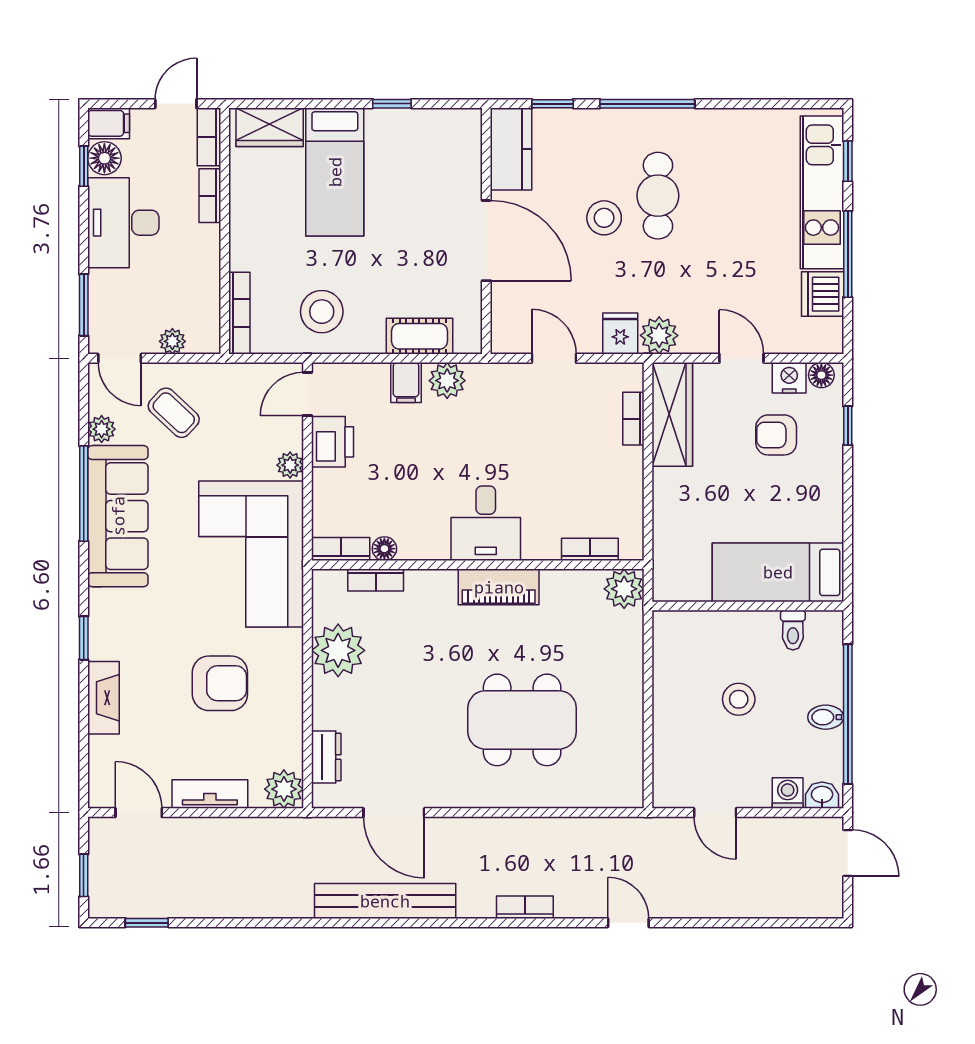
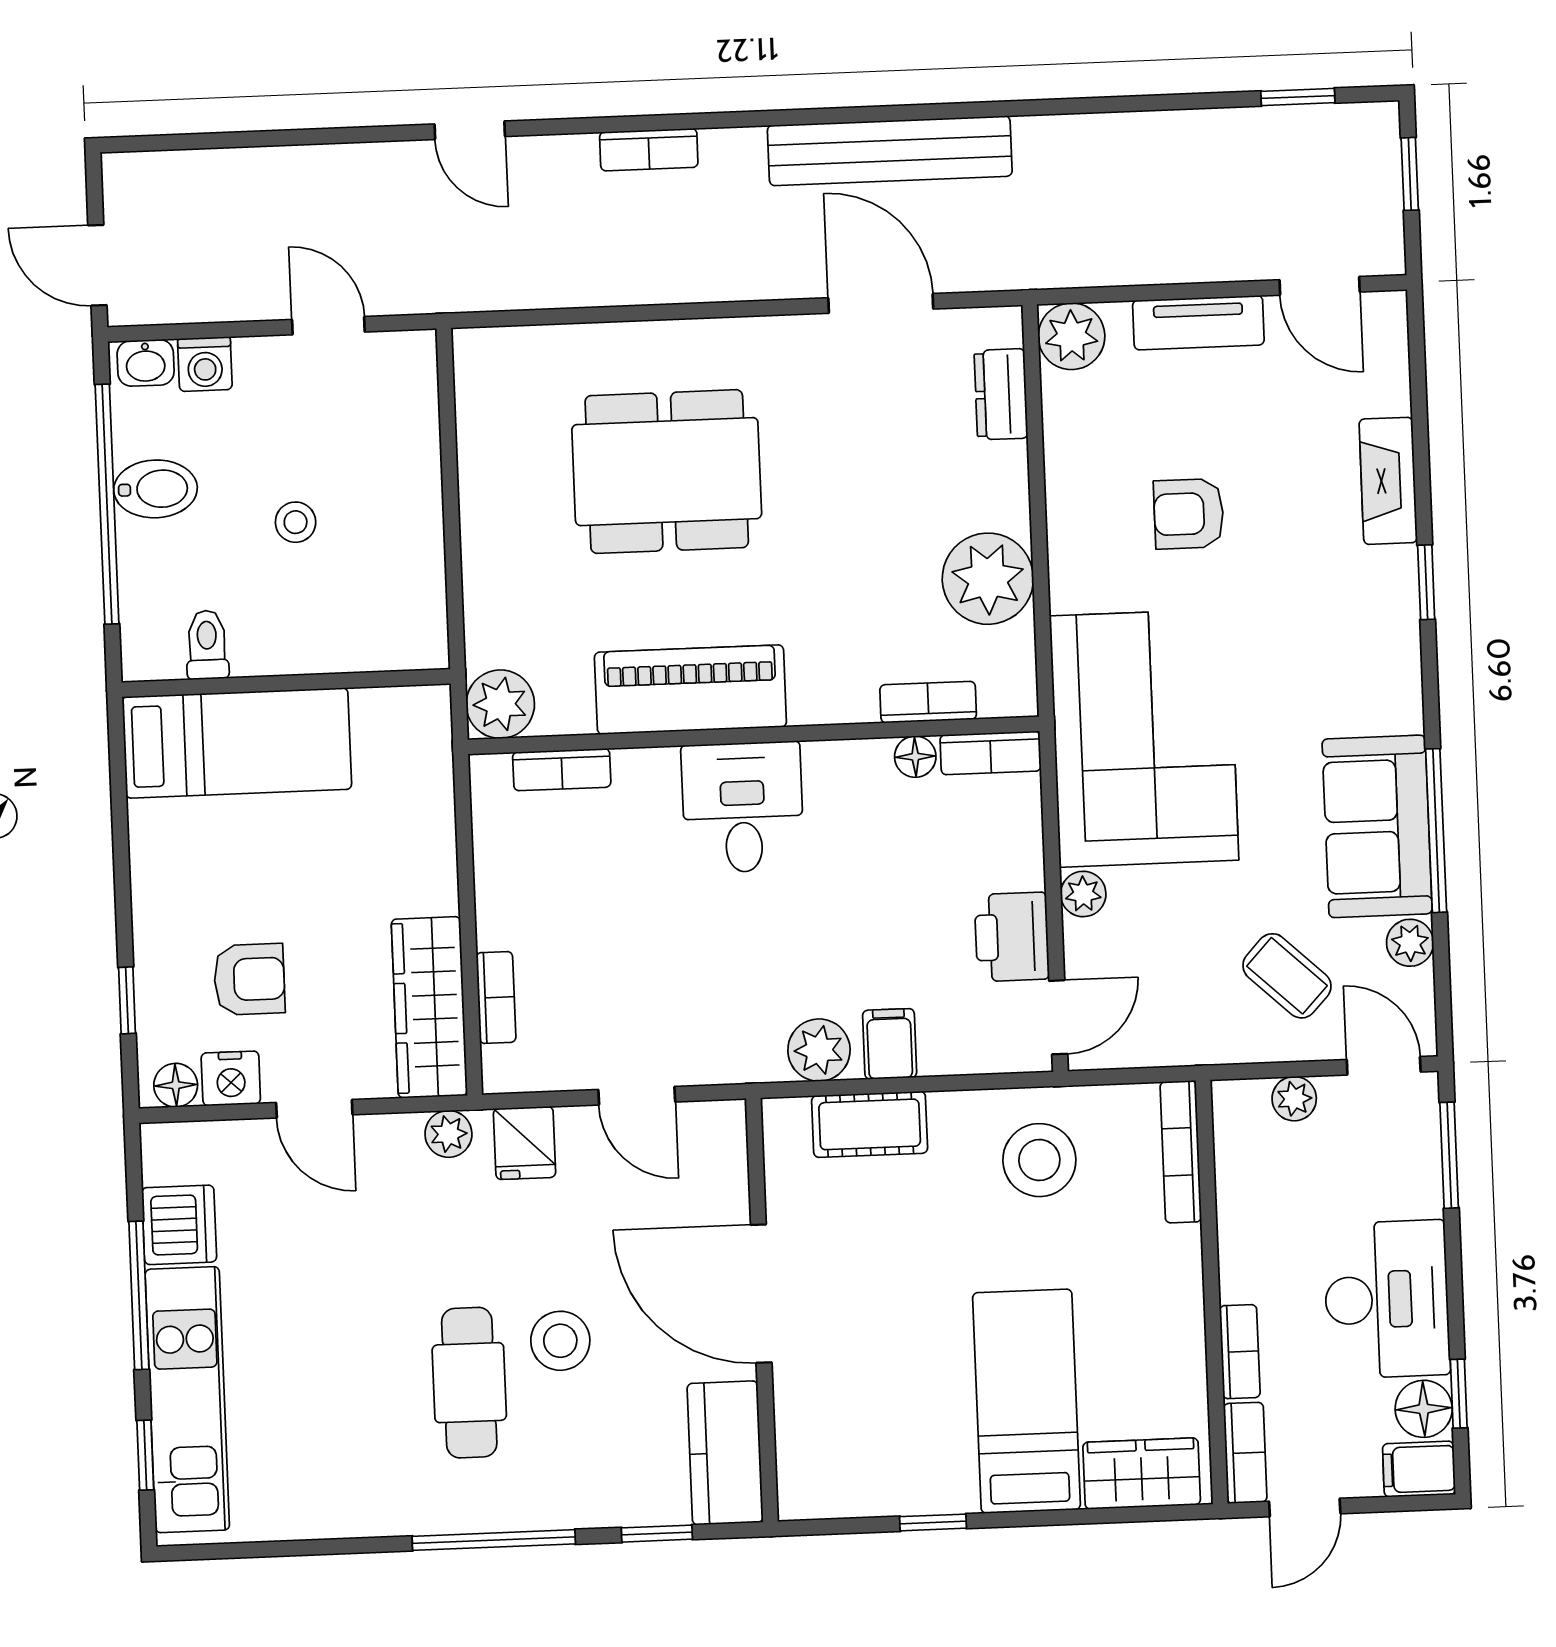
plant: (659, 335) -> (448, 1134), width x0.73, depth x0.73
sofa: (118, 516) -> (1377, 826), width x0.73
piano: (499, 587) -> (690, 690), width x1.37, depth x1.33
armchair: (220, 683) -> (1189, 514), width x0.72, depth x0.72
stool: (739, 699) -> (296, 522), width x0.73, depth x0.73
bidet: (826, 717) -> (155, 489), width x1.38, depth x1.36

